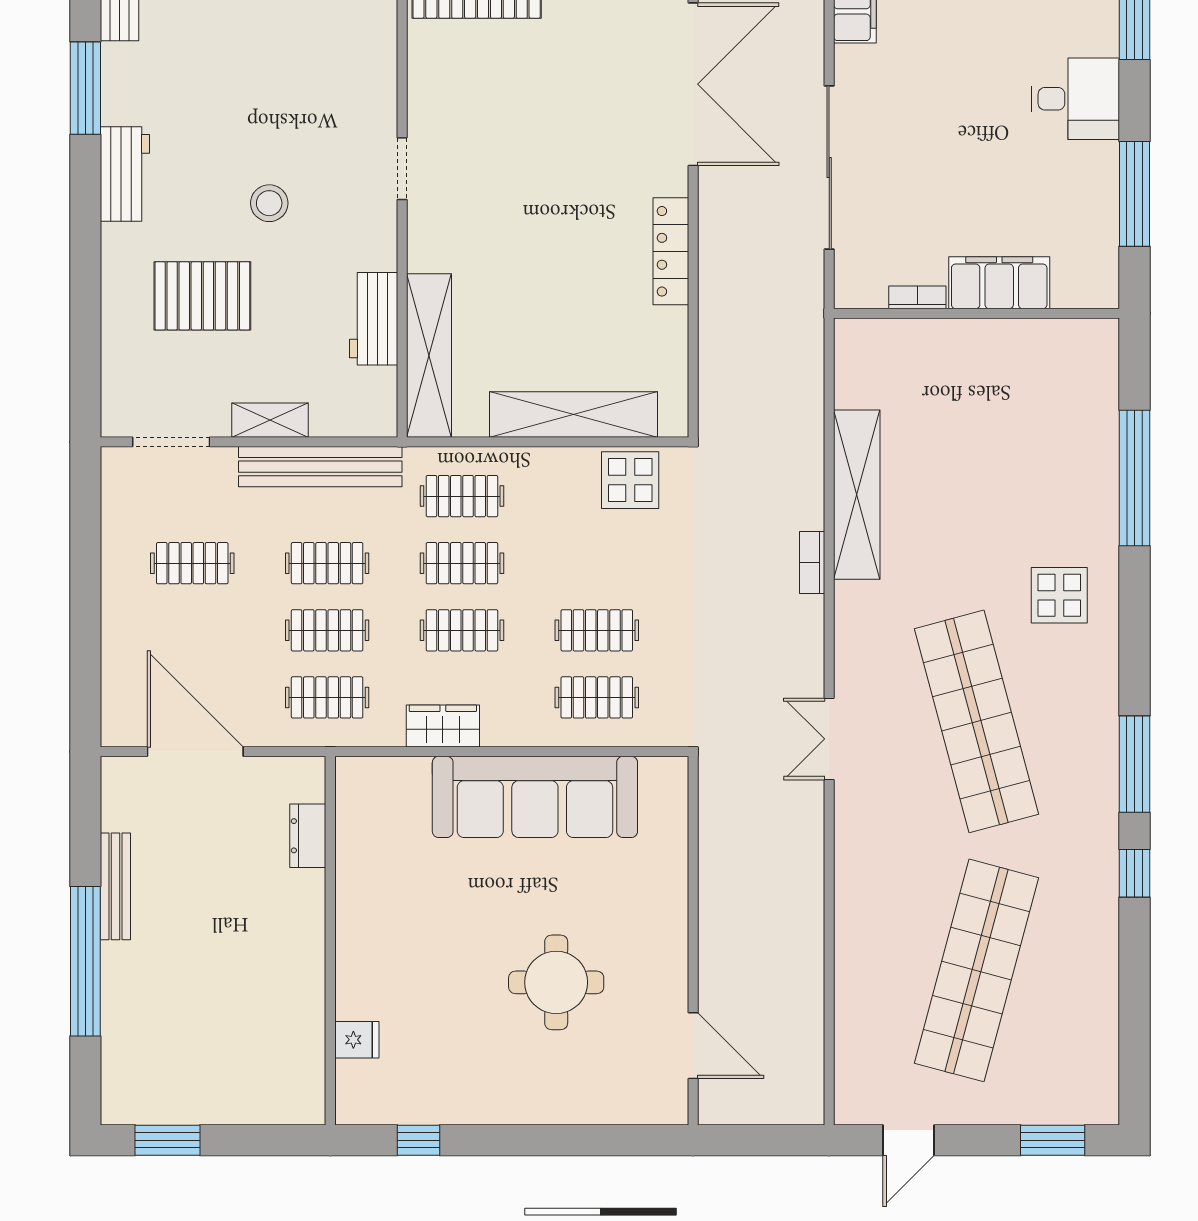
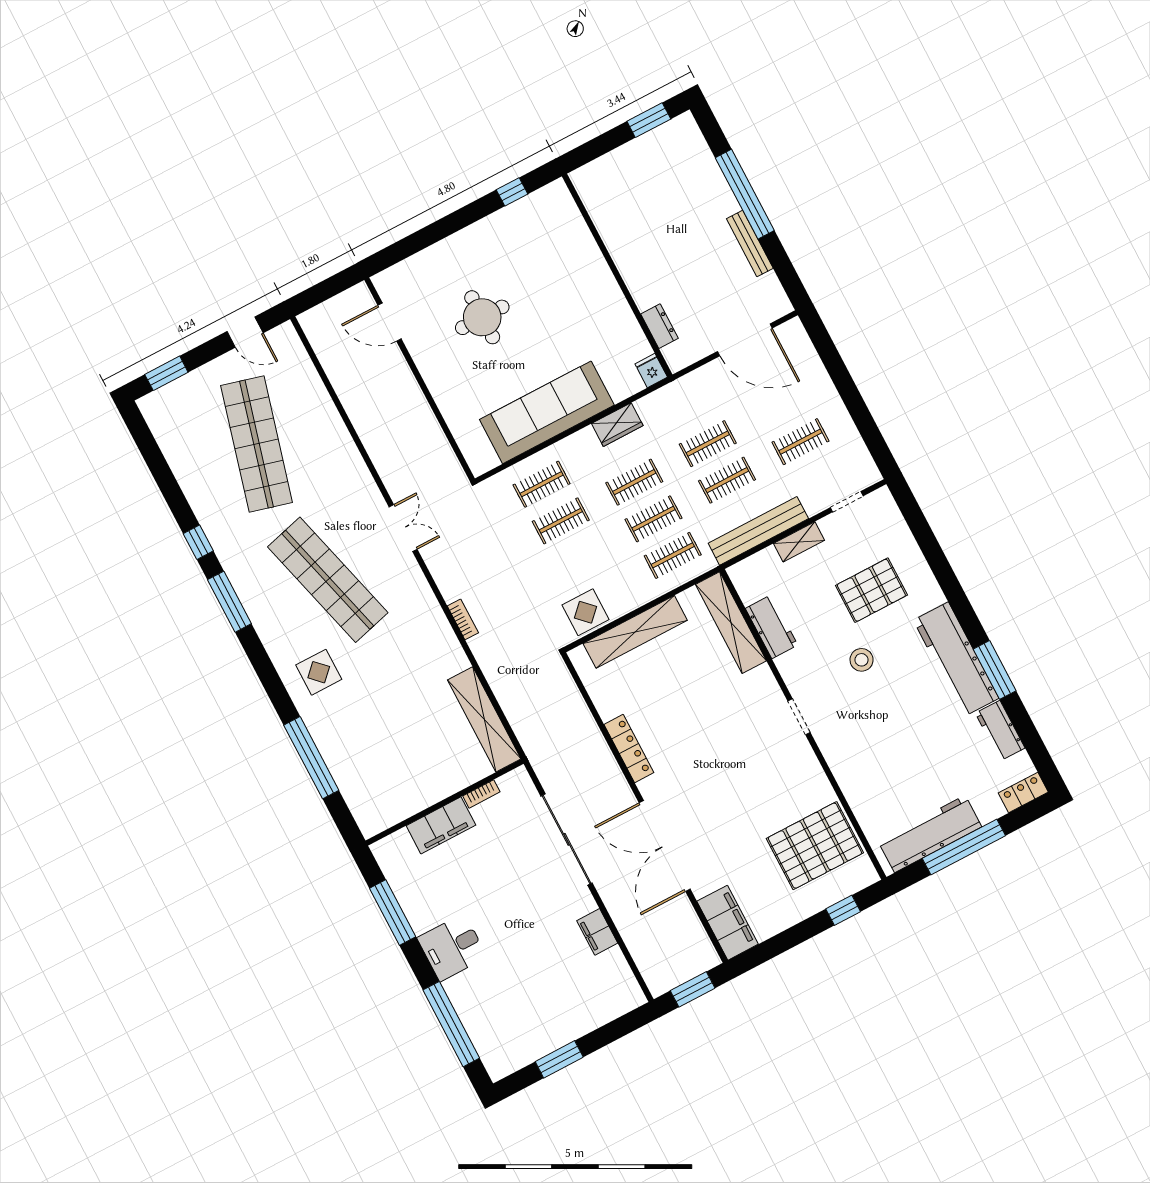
workbench: (125, 174) -> (956, 659), width x1.88, depth x1.32
doorway: (171, 442) -> (847, 502), width x0.73
shelving: (857, 495) -> (484, 719), moved
clothes rail: (327, 697) -> (689, 407), removed
fridge: (357, 1040) -> (651, 370), moved, turned 90
door: (908, 1140) -> (245, 332), swing flipped

